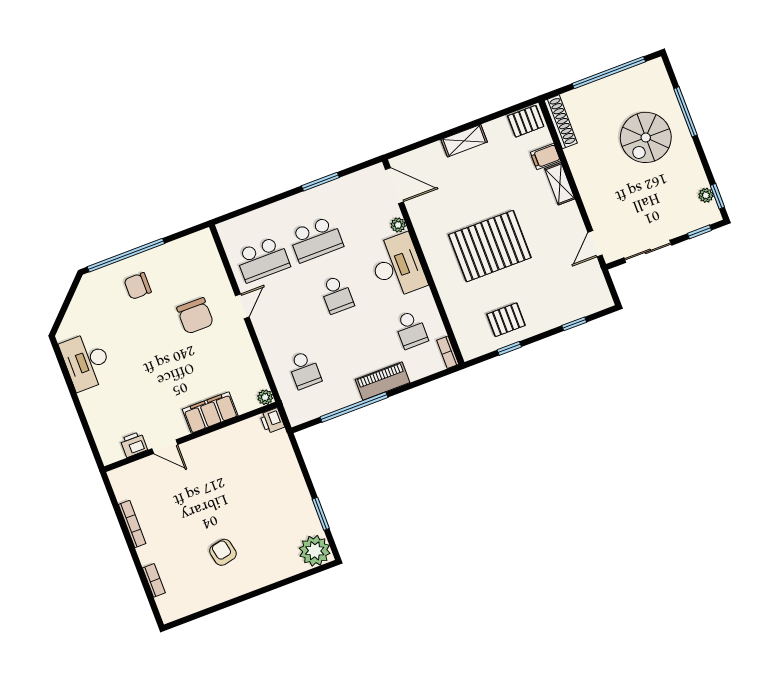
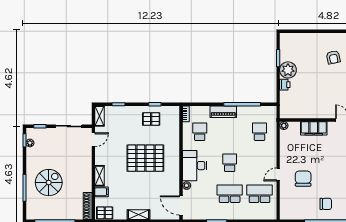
shelving: (600, 290) -> (100, 116), added
printer: (272, 421) -> (285, 85), moved
plant: (315, 551) -> (288, 70), moved

